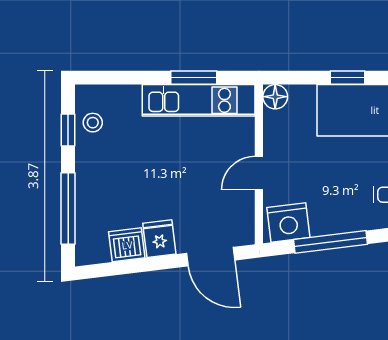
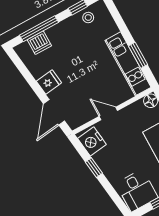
window: (330, 242) -> (94, 168), width x0.46
dishwasher: (127, 245) -> (39, 43), moved, turned 97

